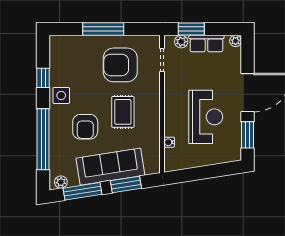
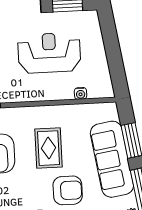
rug: (123, 112) -> (48, 148), turned 90

